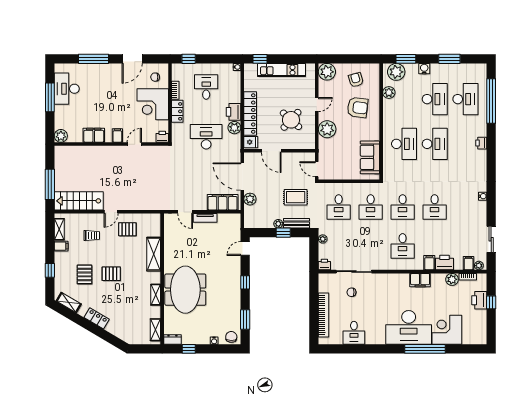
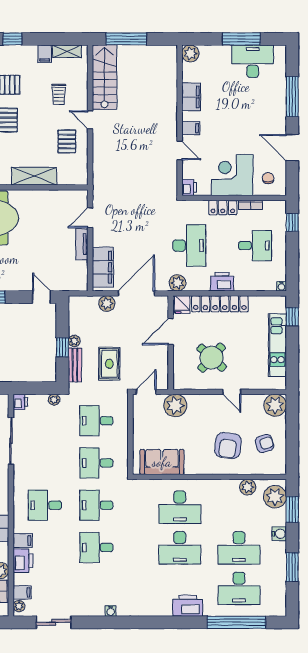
plant: (234, 128) -> (178, 283), moved
plant: (327, 129) -> (175, 405), moved
printer: (481, 143) -> (188, 606), width x1.87, depth x1.48

